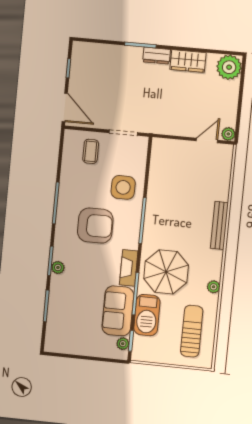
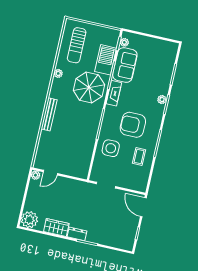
coffee table: (91, 151) -> (139, 156), moved

